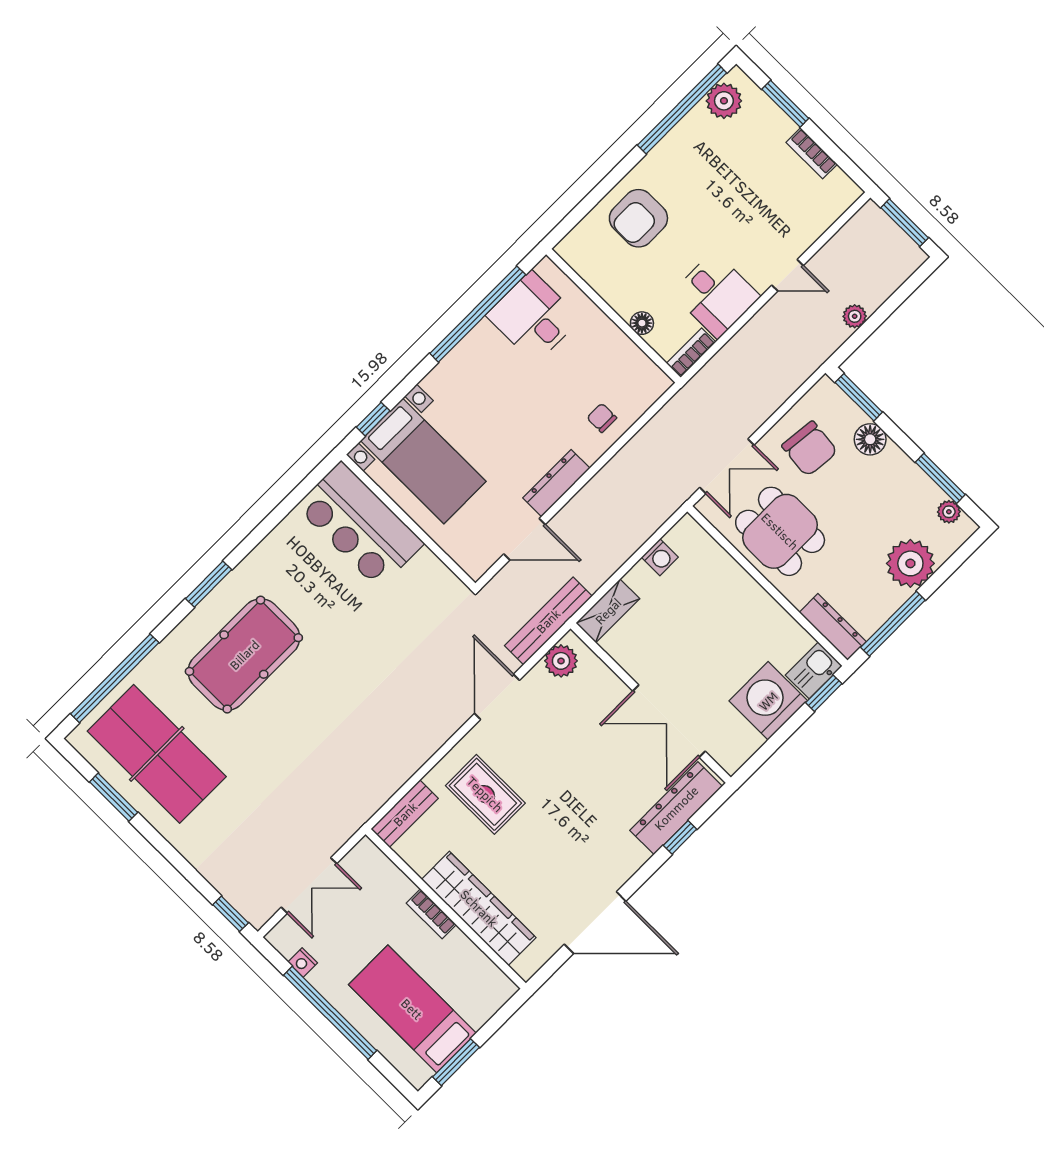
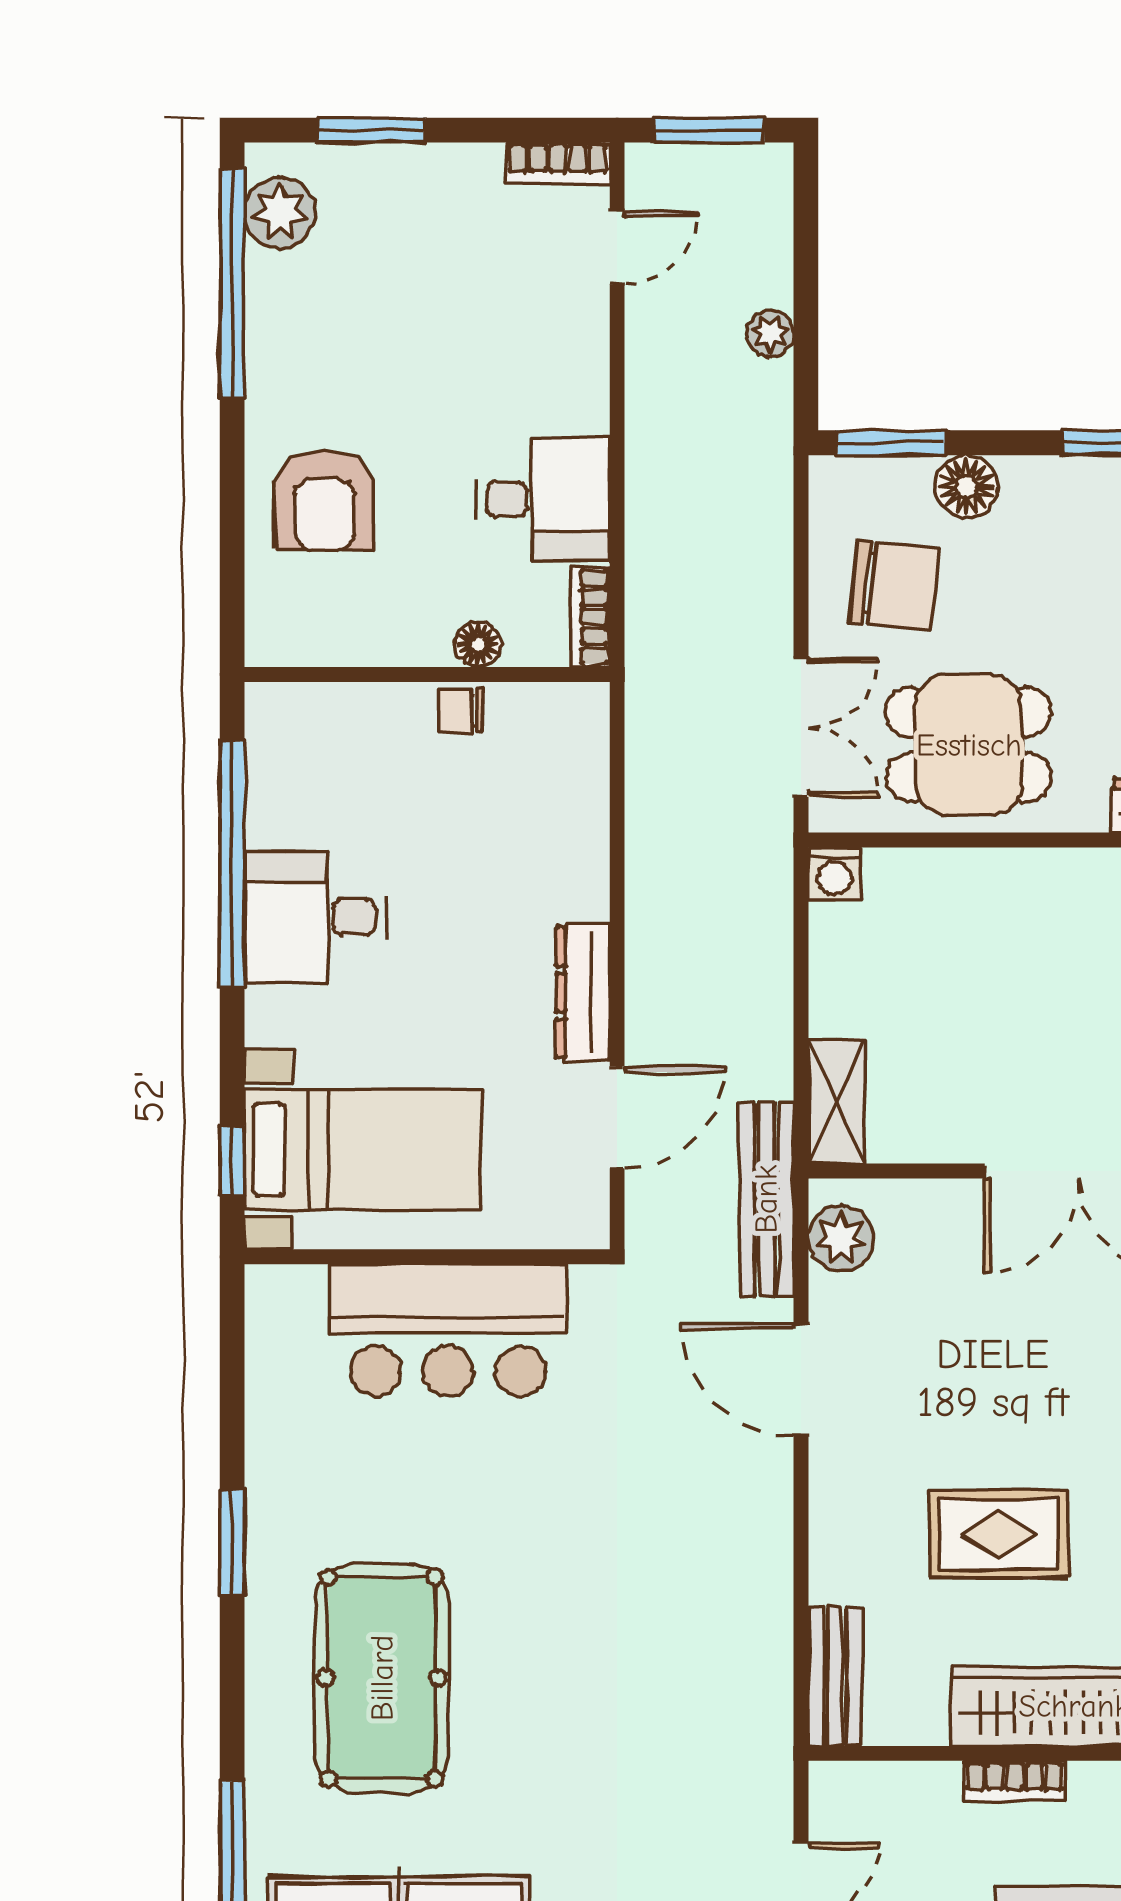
bookcase: (812, 153) -> (558, 163), moved
door: (787, 275) -> (617, 248), moved
desk: (533, 317) -> (315, 917), moved
chair: (602, 418) -> (461, 711), moved
bar counter: (360, 525) -> (448, 1330), moved
washing machine: (660, 557) -> (835, 874), moved, turned 90
window: (209, 584) -> (232, 1542), moved
rug: (485, 794) -> (999, 1534), moved

